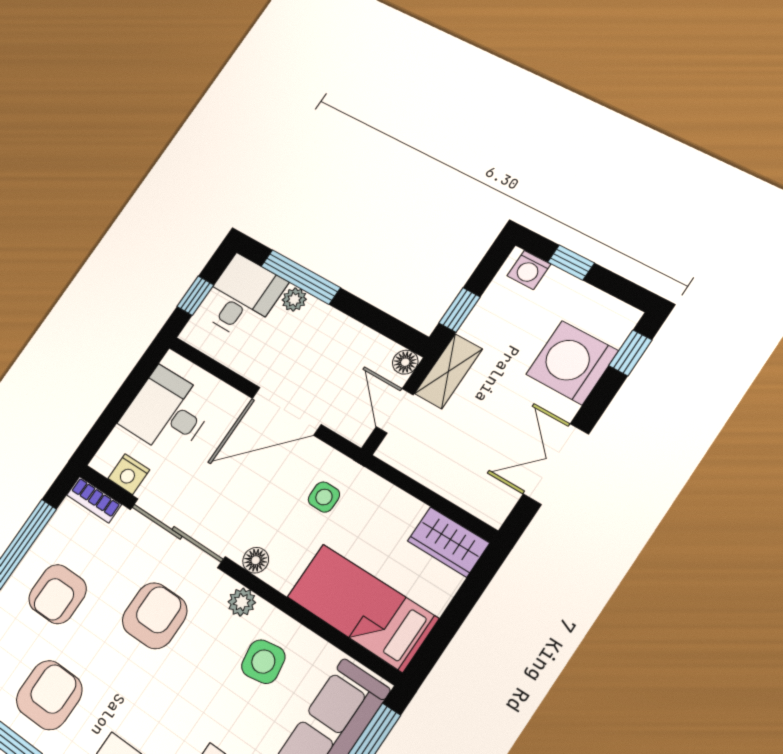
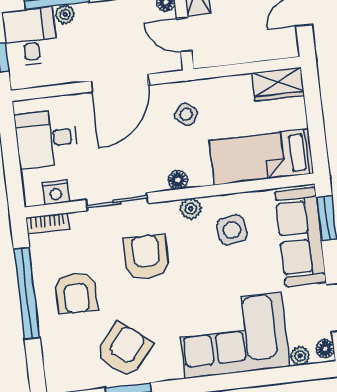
side table: (324, 497) -> (186, 114), turned 36
sliding door: (177, 533) -> (117, 202), width x0.73
armchair: (49, 695) -> (124, 350), turned 39

